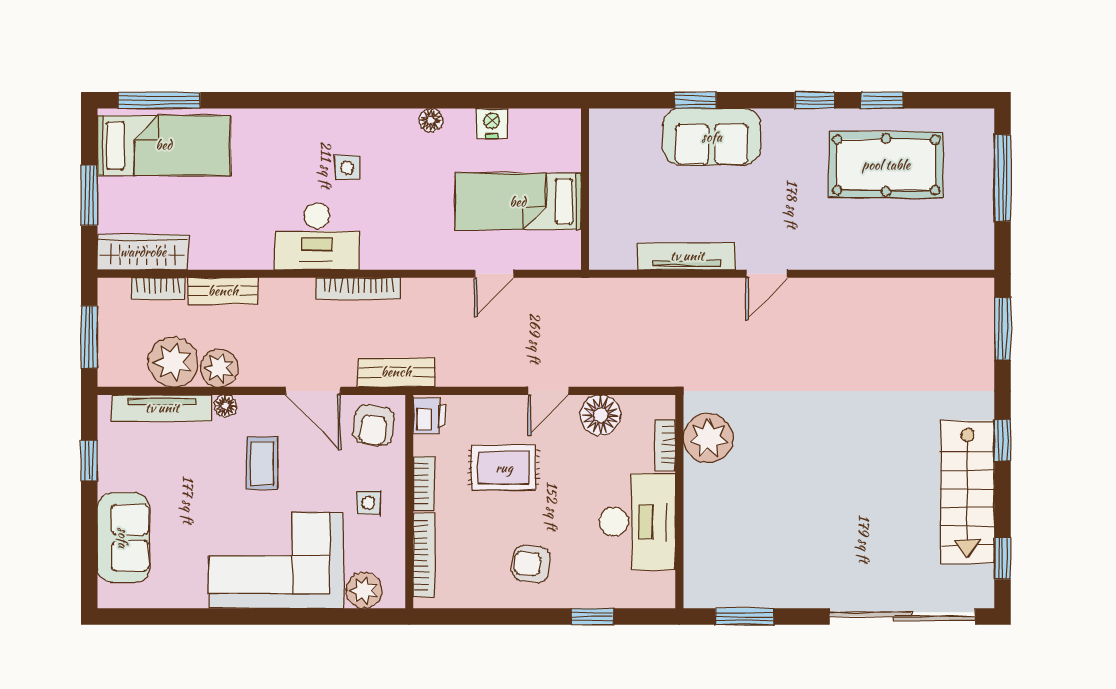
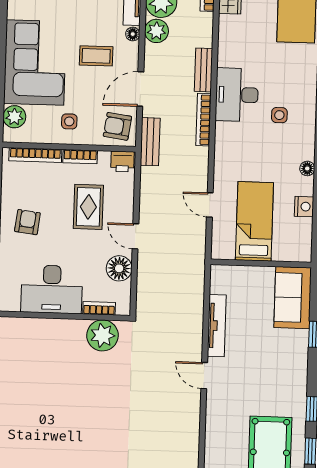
sofa: (712, 137) -> (293, 298), moved
bench: (223, 291) -> (204, 70), moved

